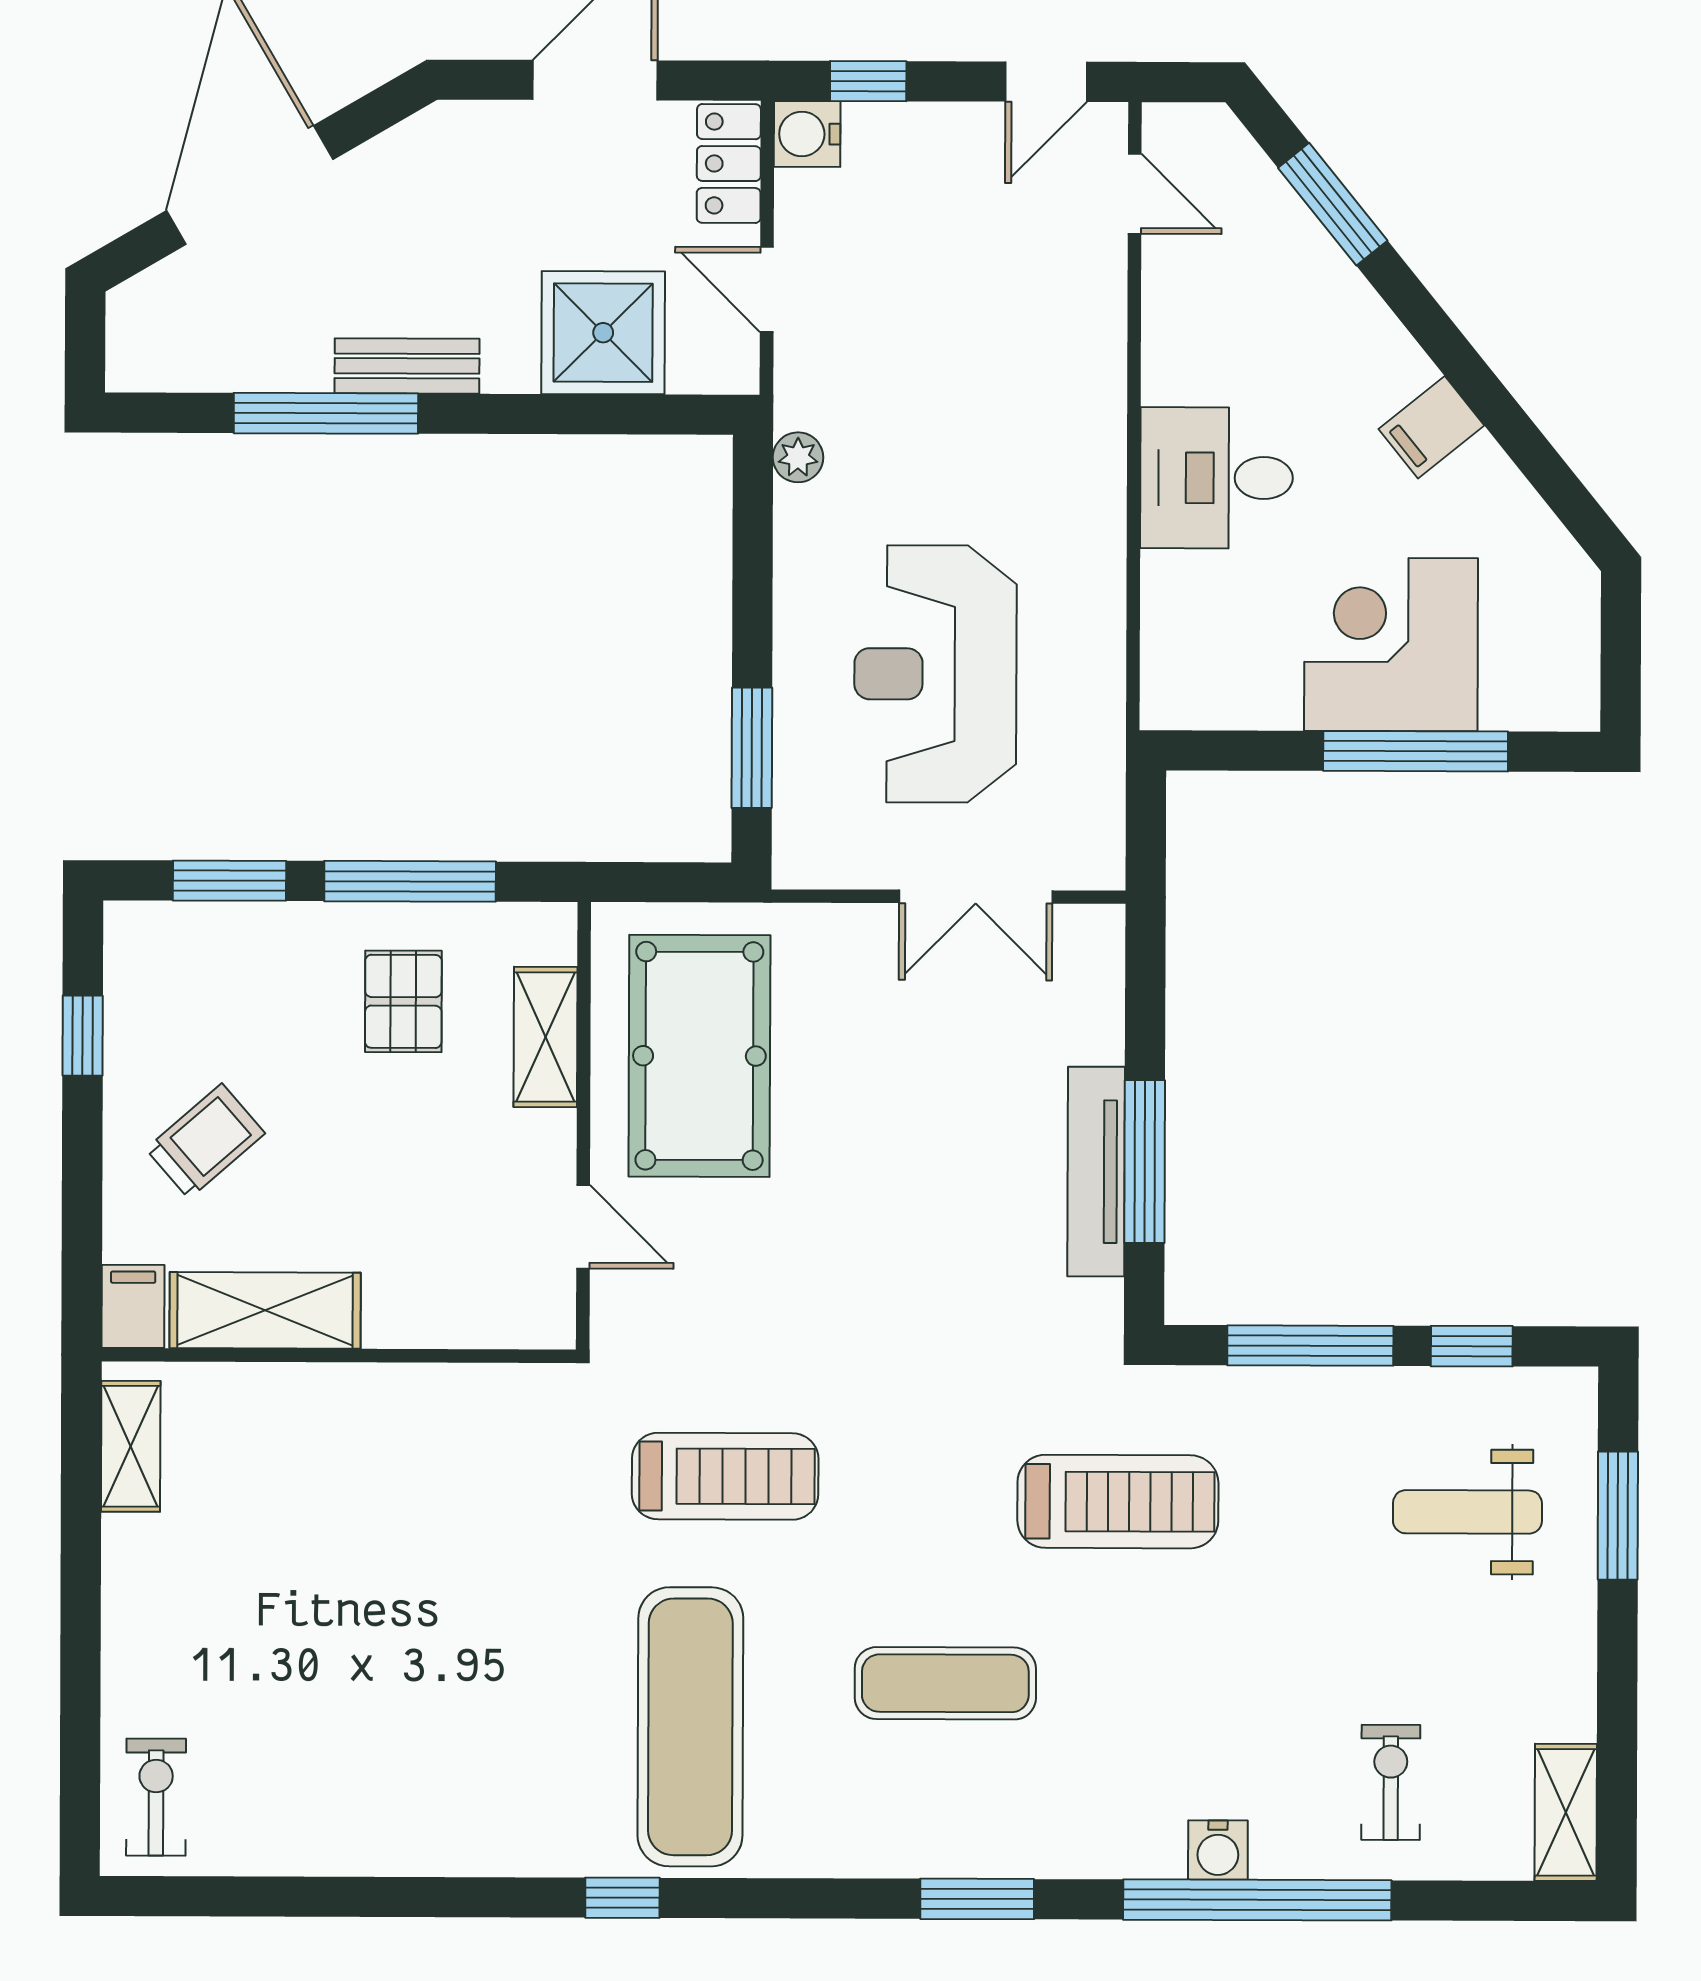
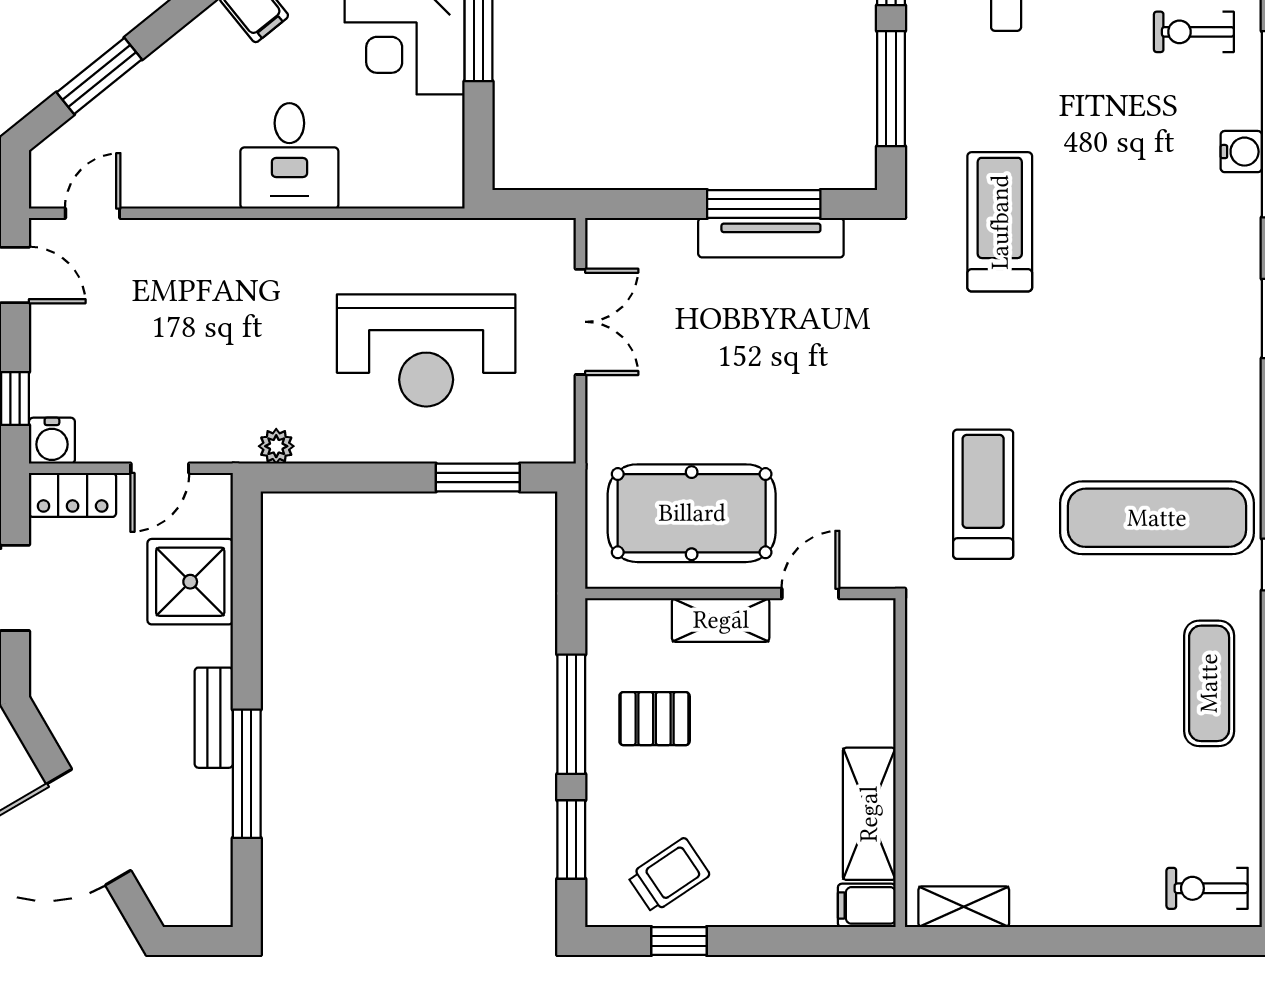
shelving: (546, 1037) -> (721, 620), moved
trolley: (205, 1141) -> (669, 875), moved, turned 97
exercise mat: (945, 1683) -> (1209, 683), moved

